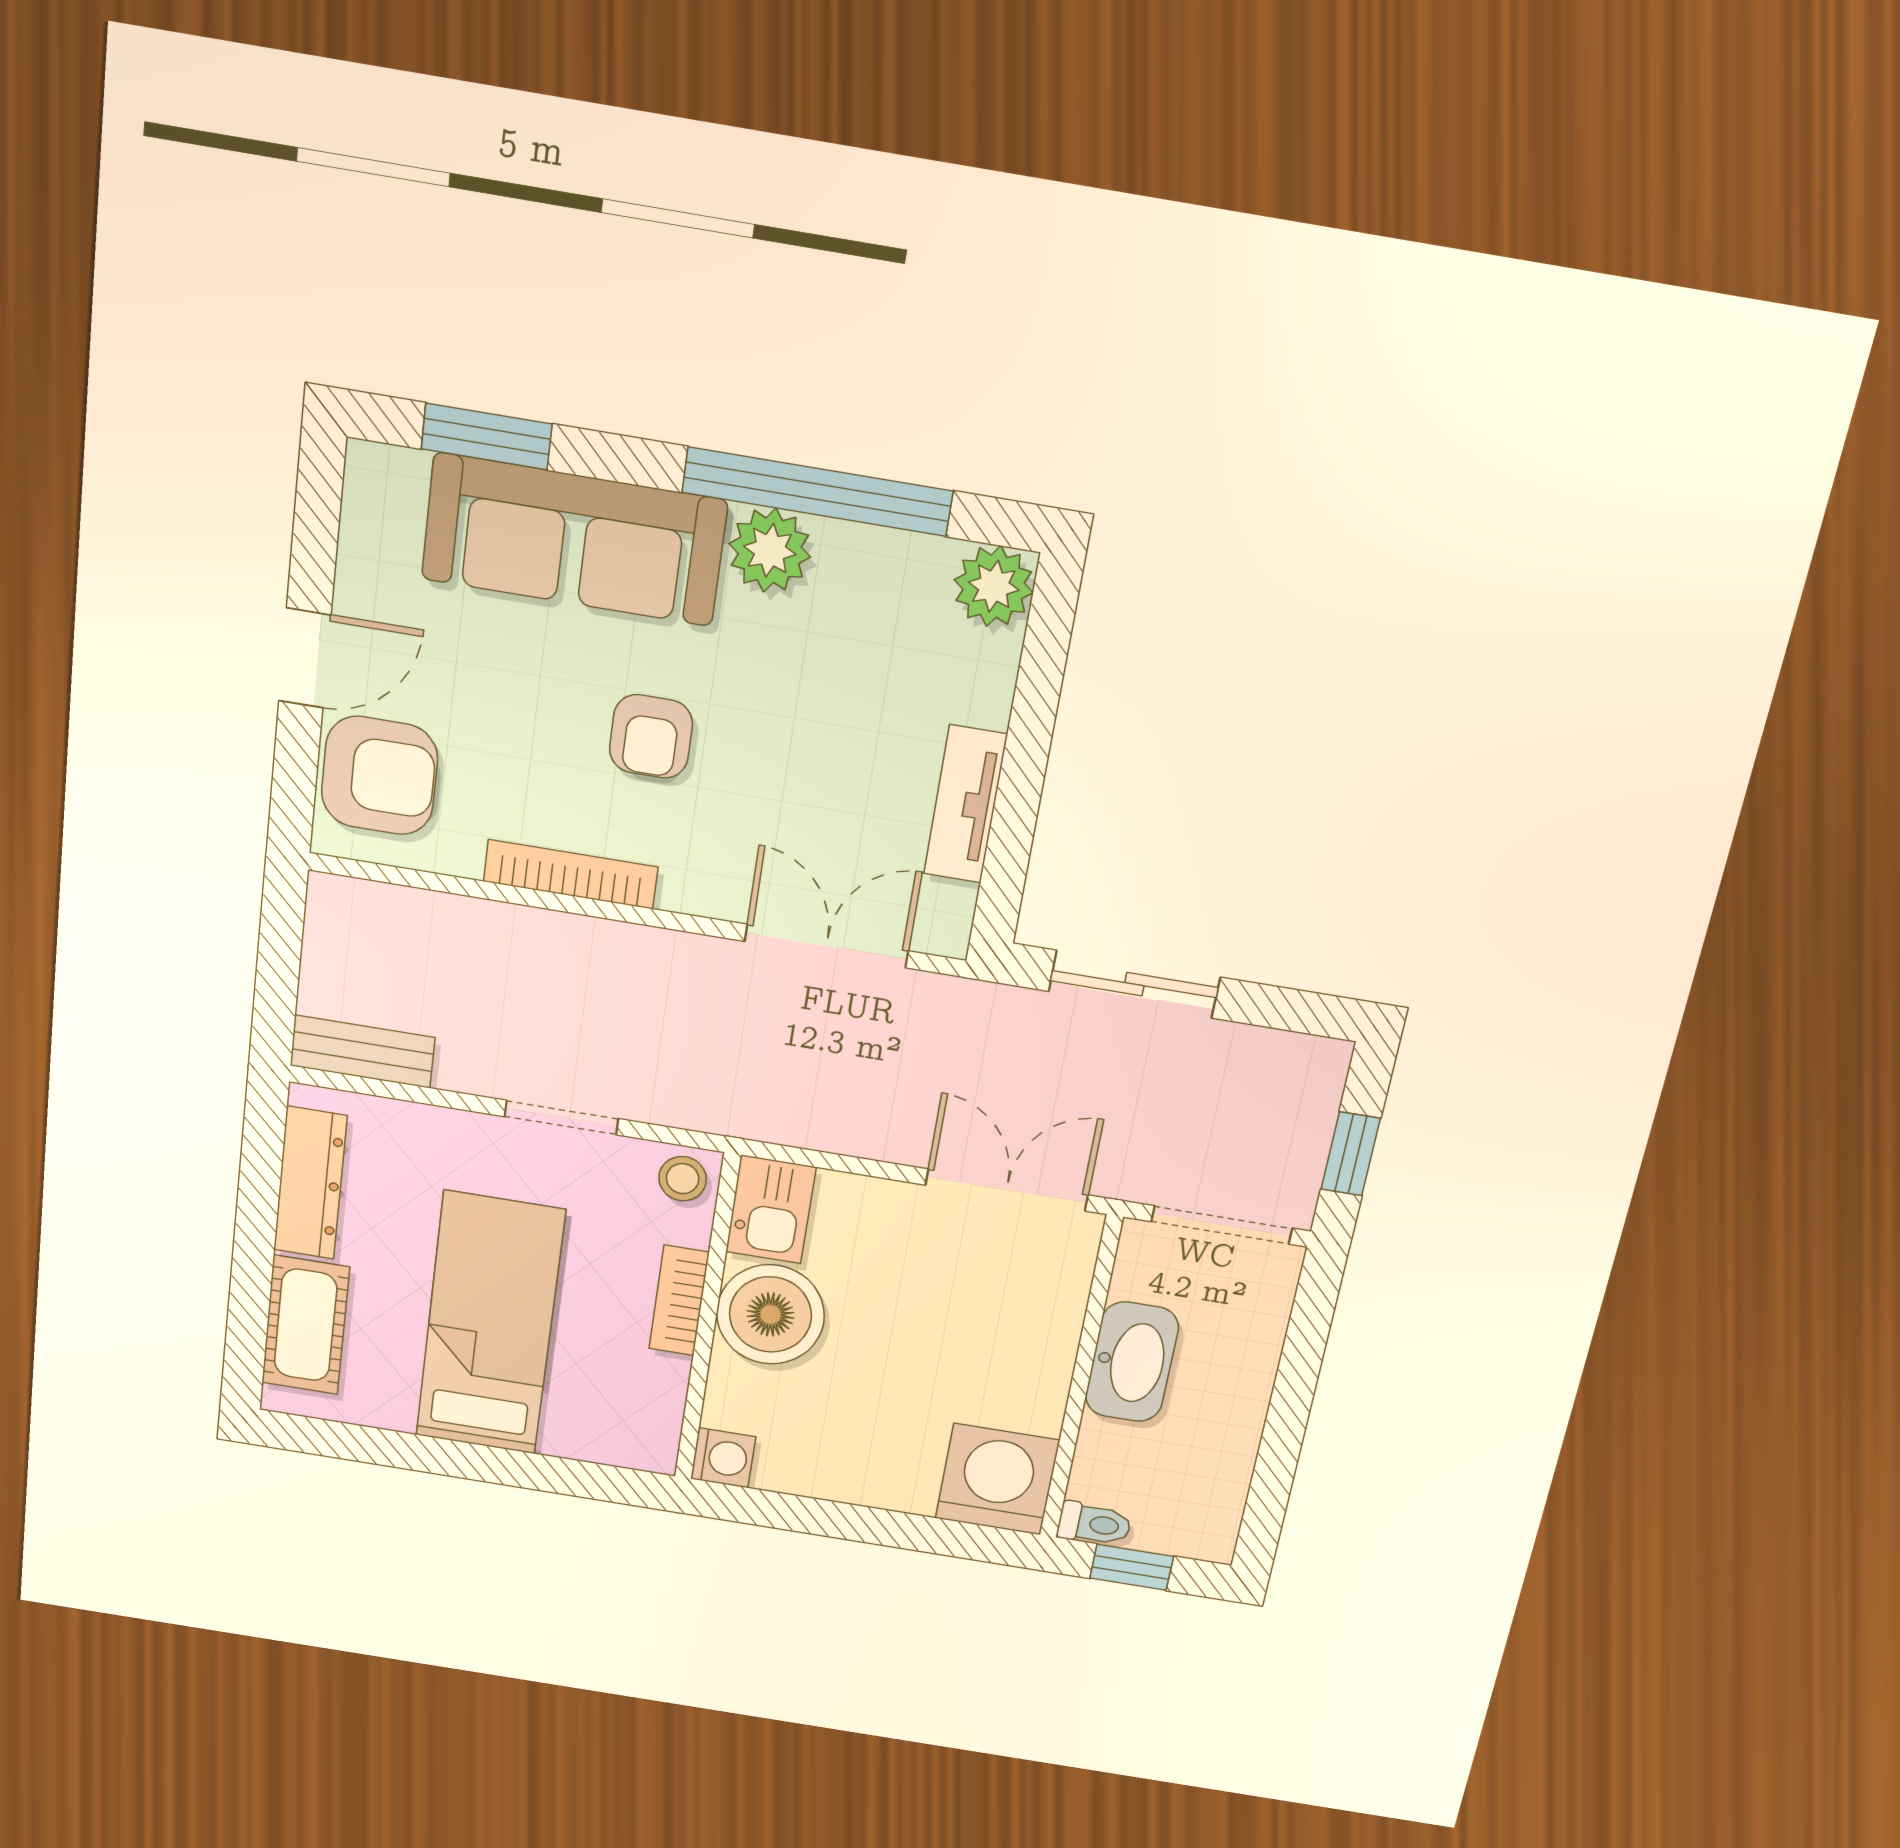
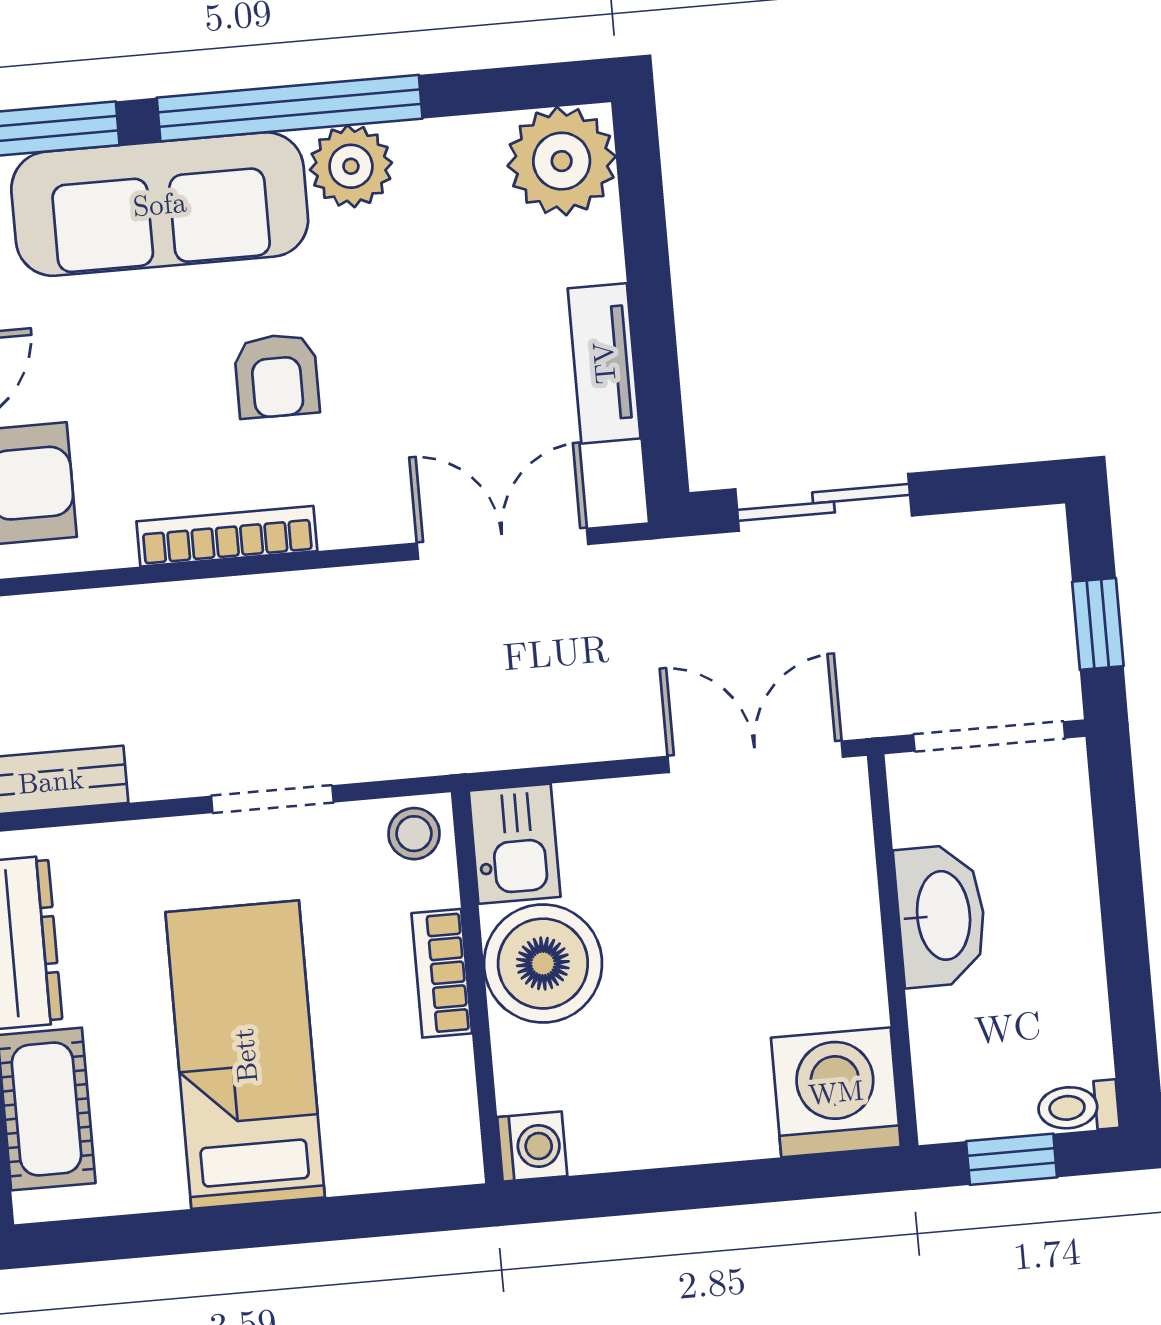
window: (817, 492) -> (290, 108), moved
plant: (994, 586) -> (562, 161), width x1.36, depth x1.36
toilet: (1094, 1524) -> (1078, 1107), moved, turned 180

